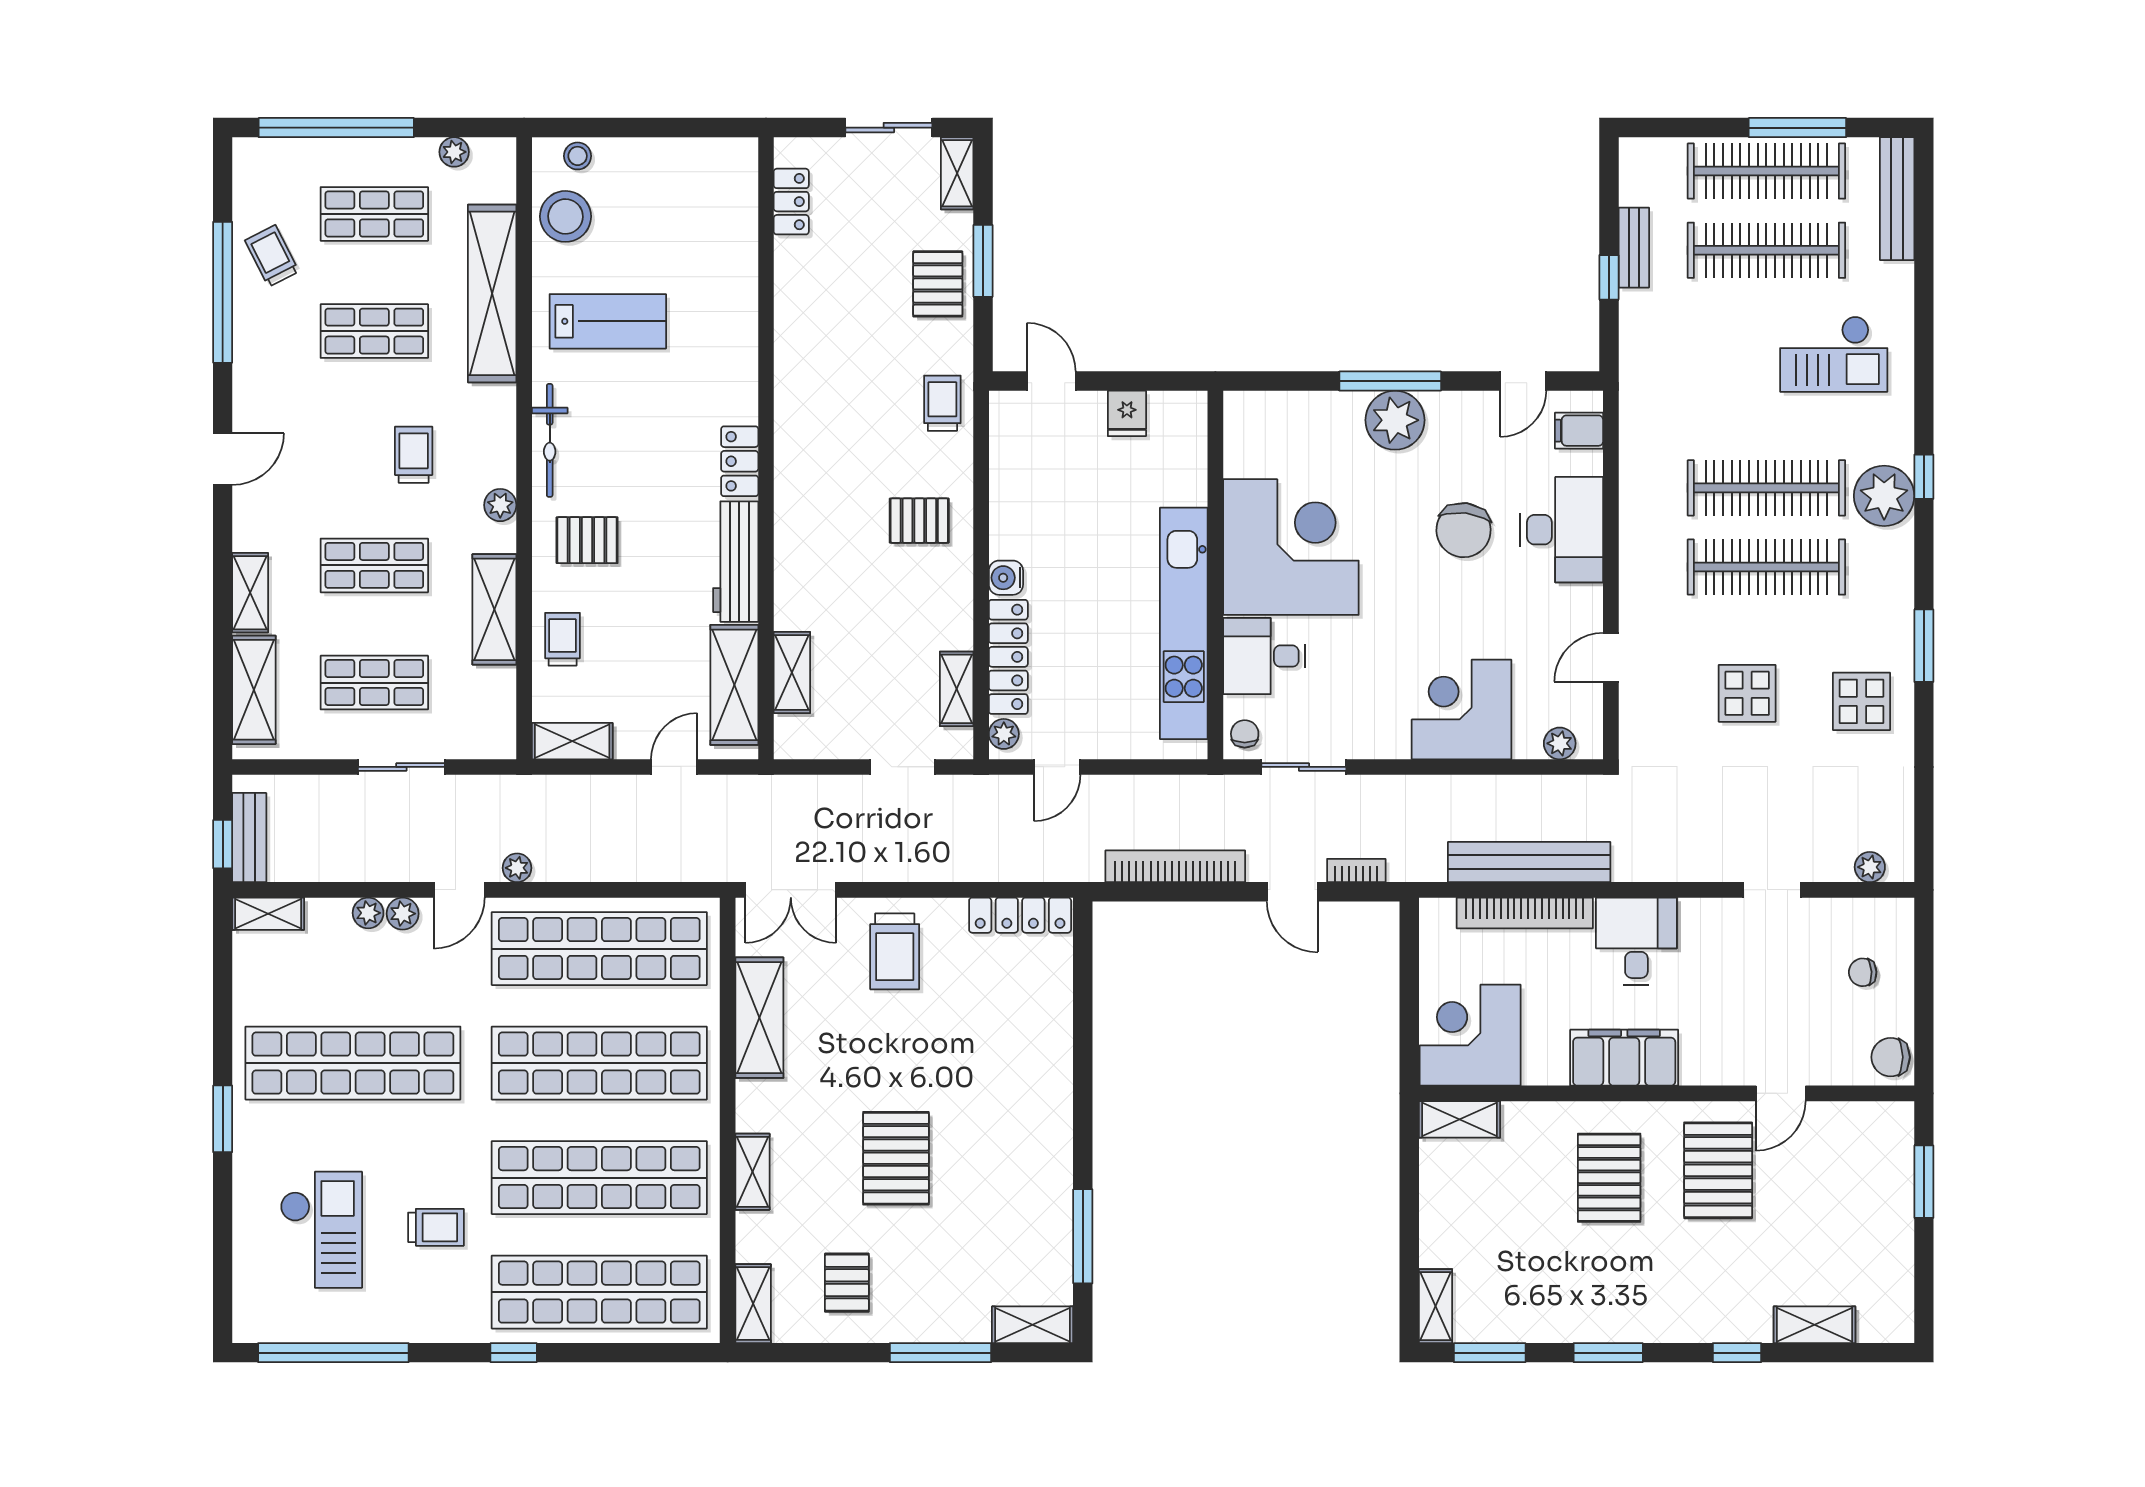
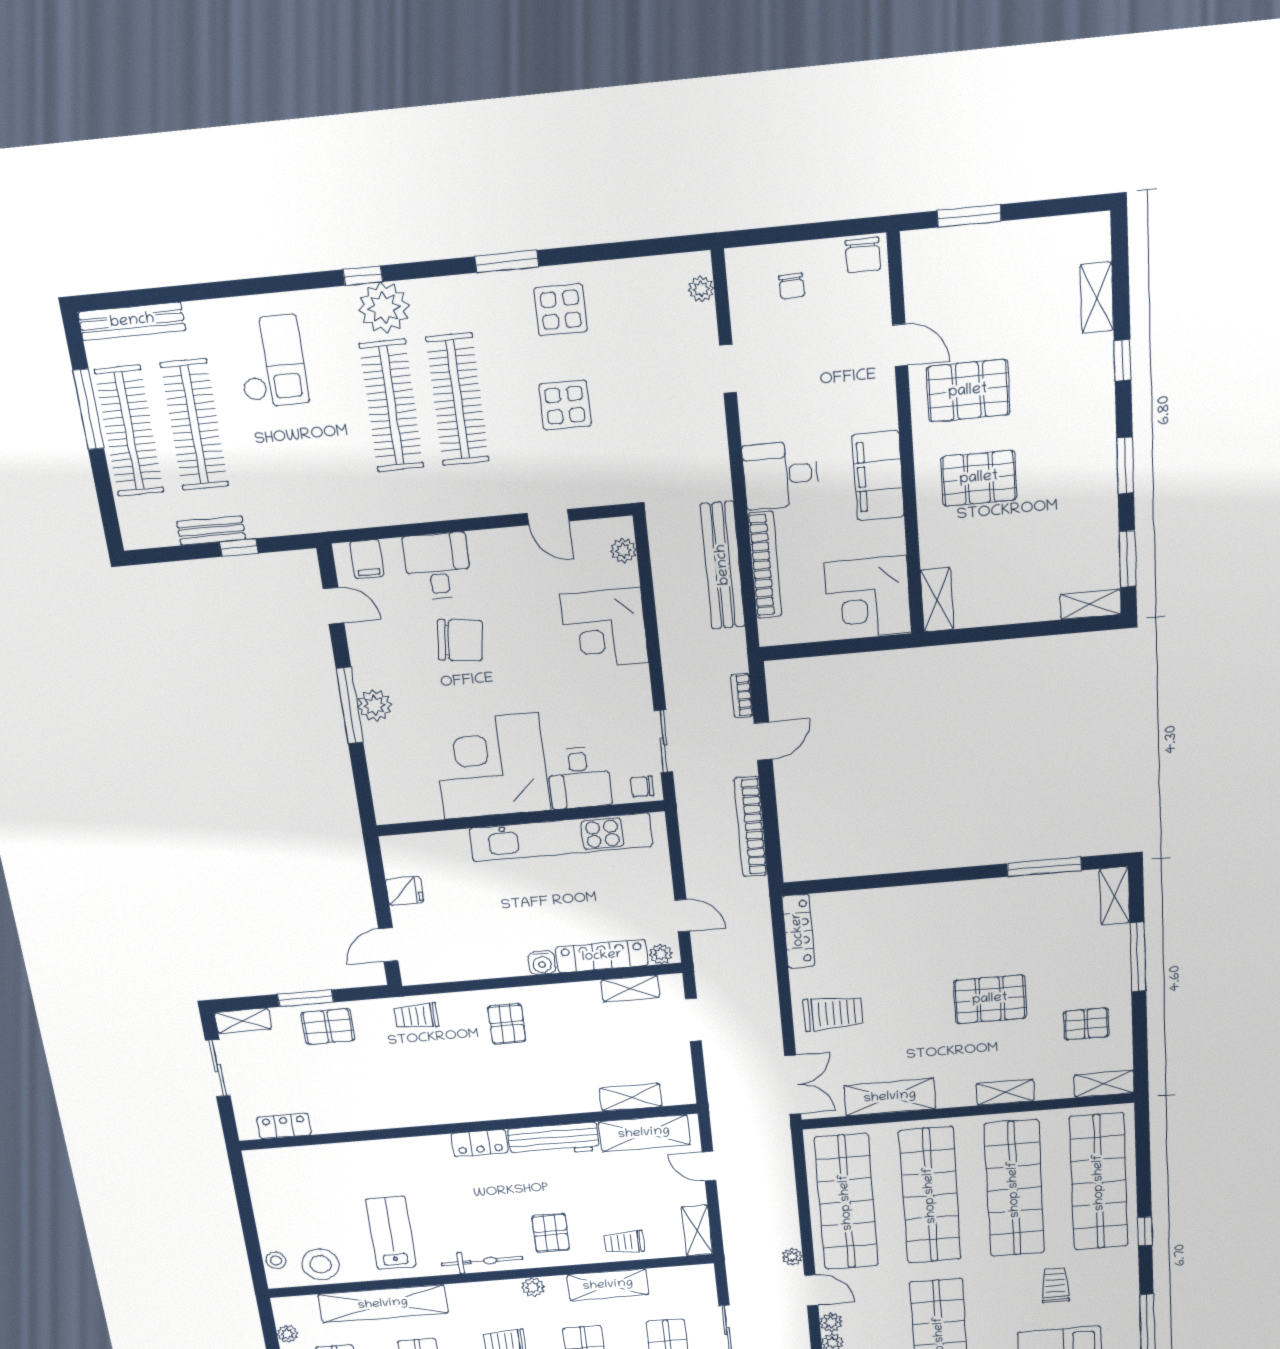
plant: (1395, 420) -> (375, 706), width x0.73, depth x0.73
desk: (1562, 530) -> (438, 566), width x0.73

